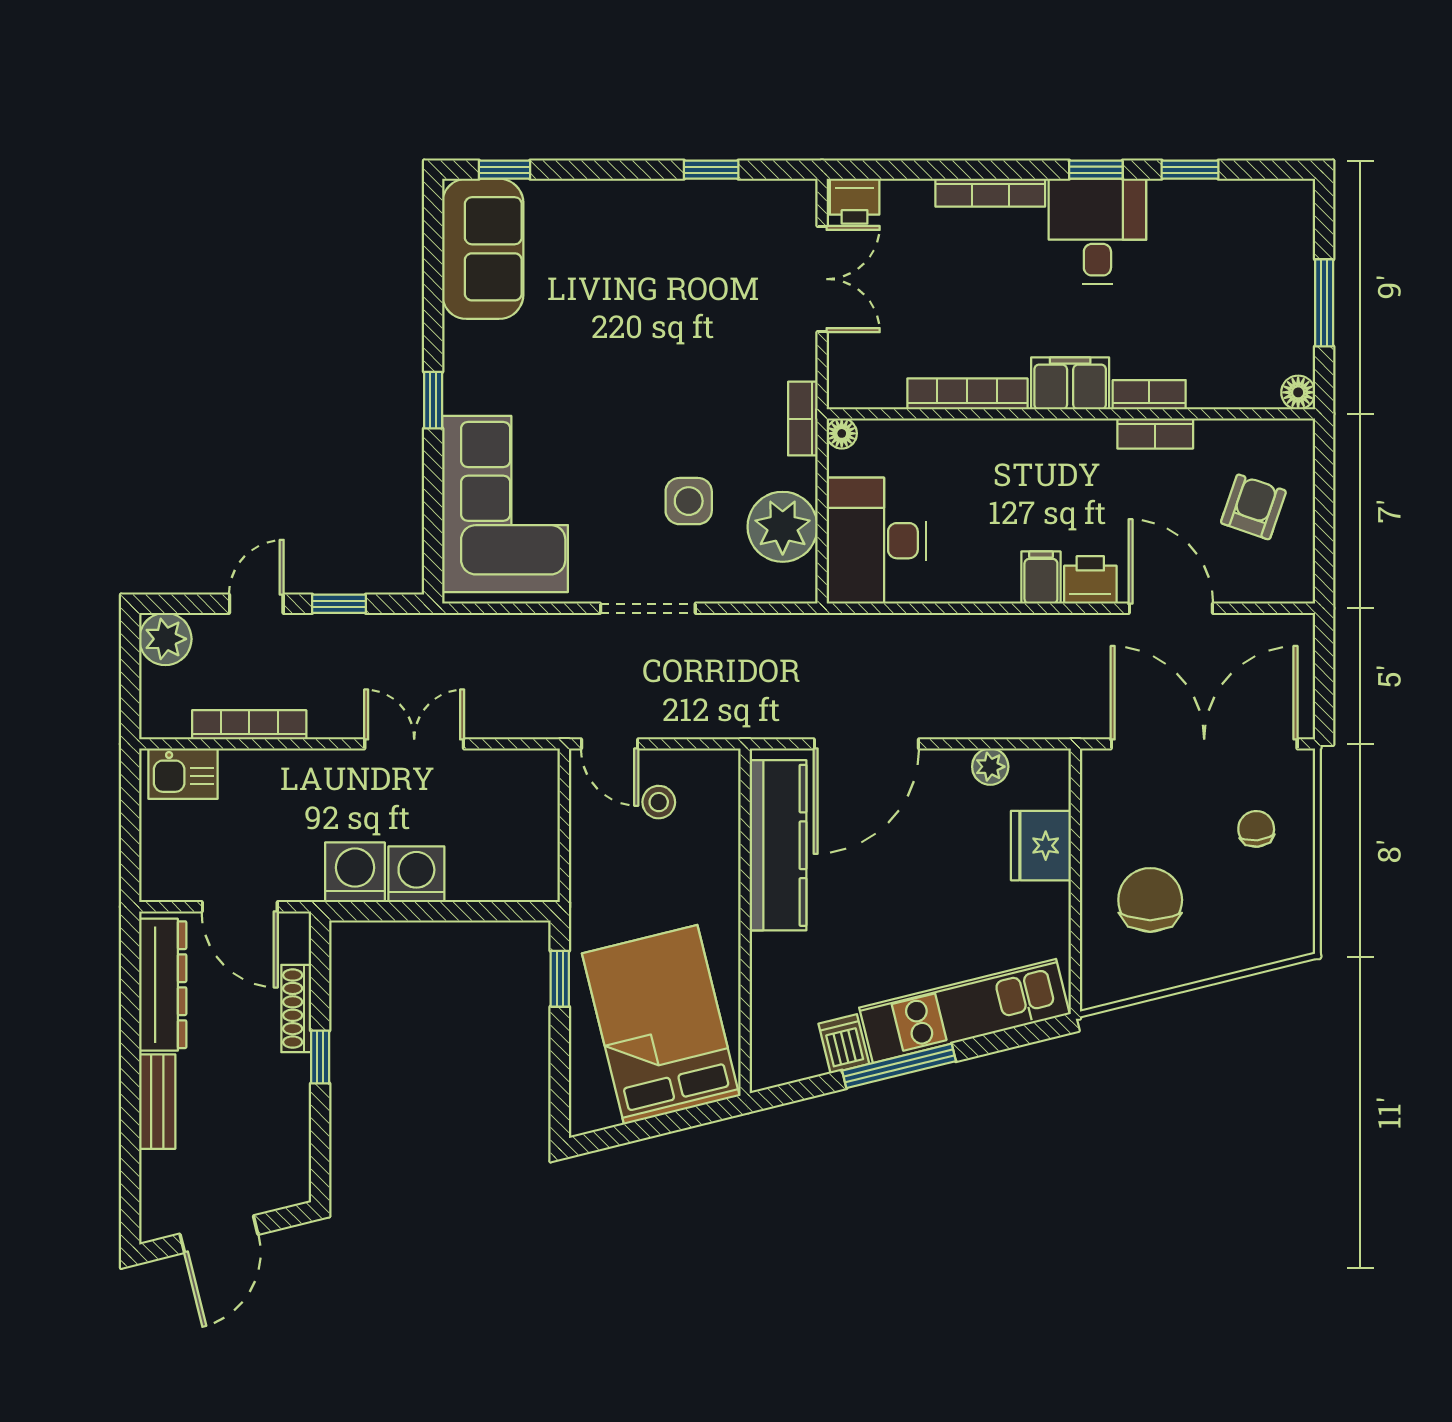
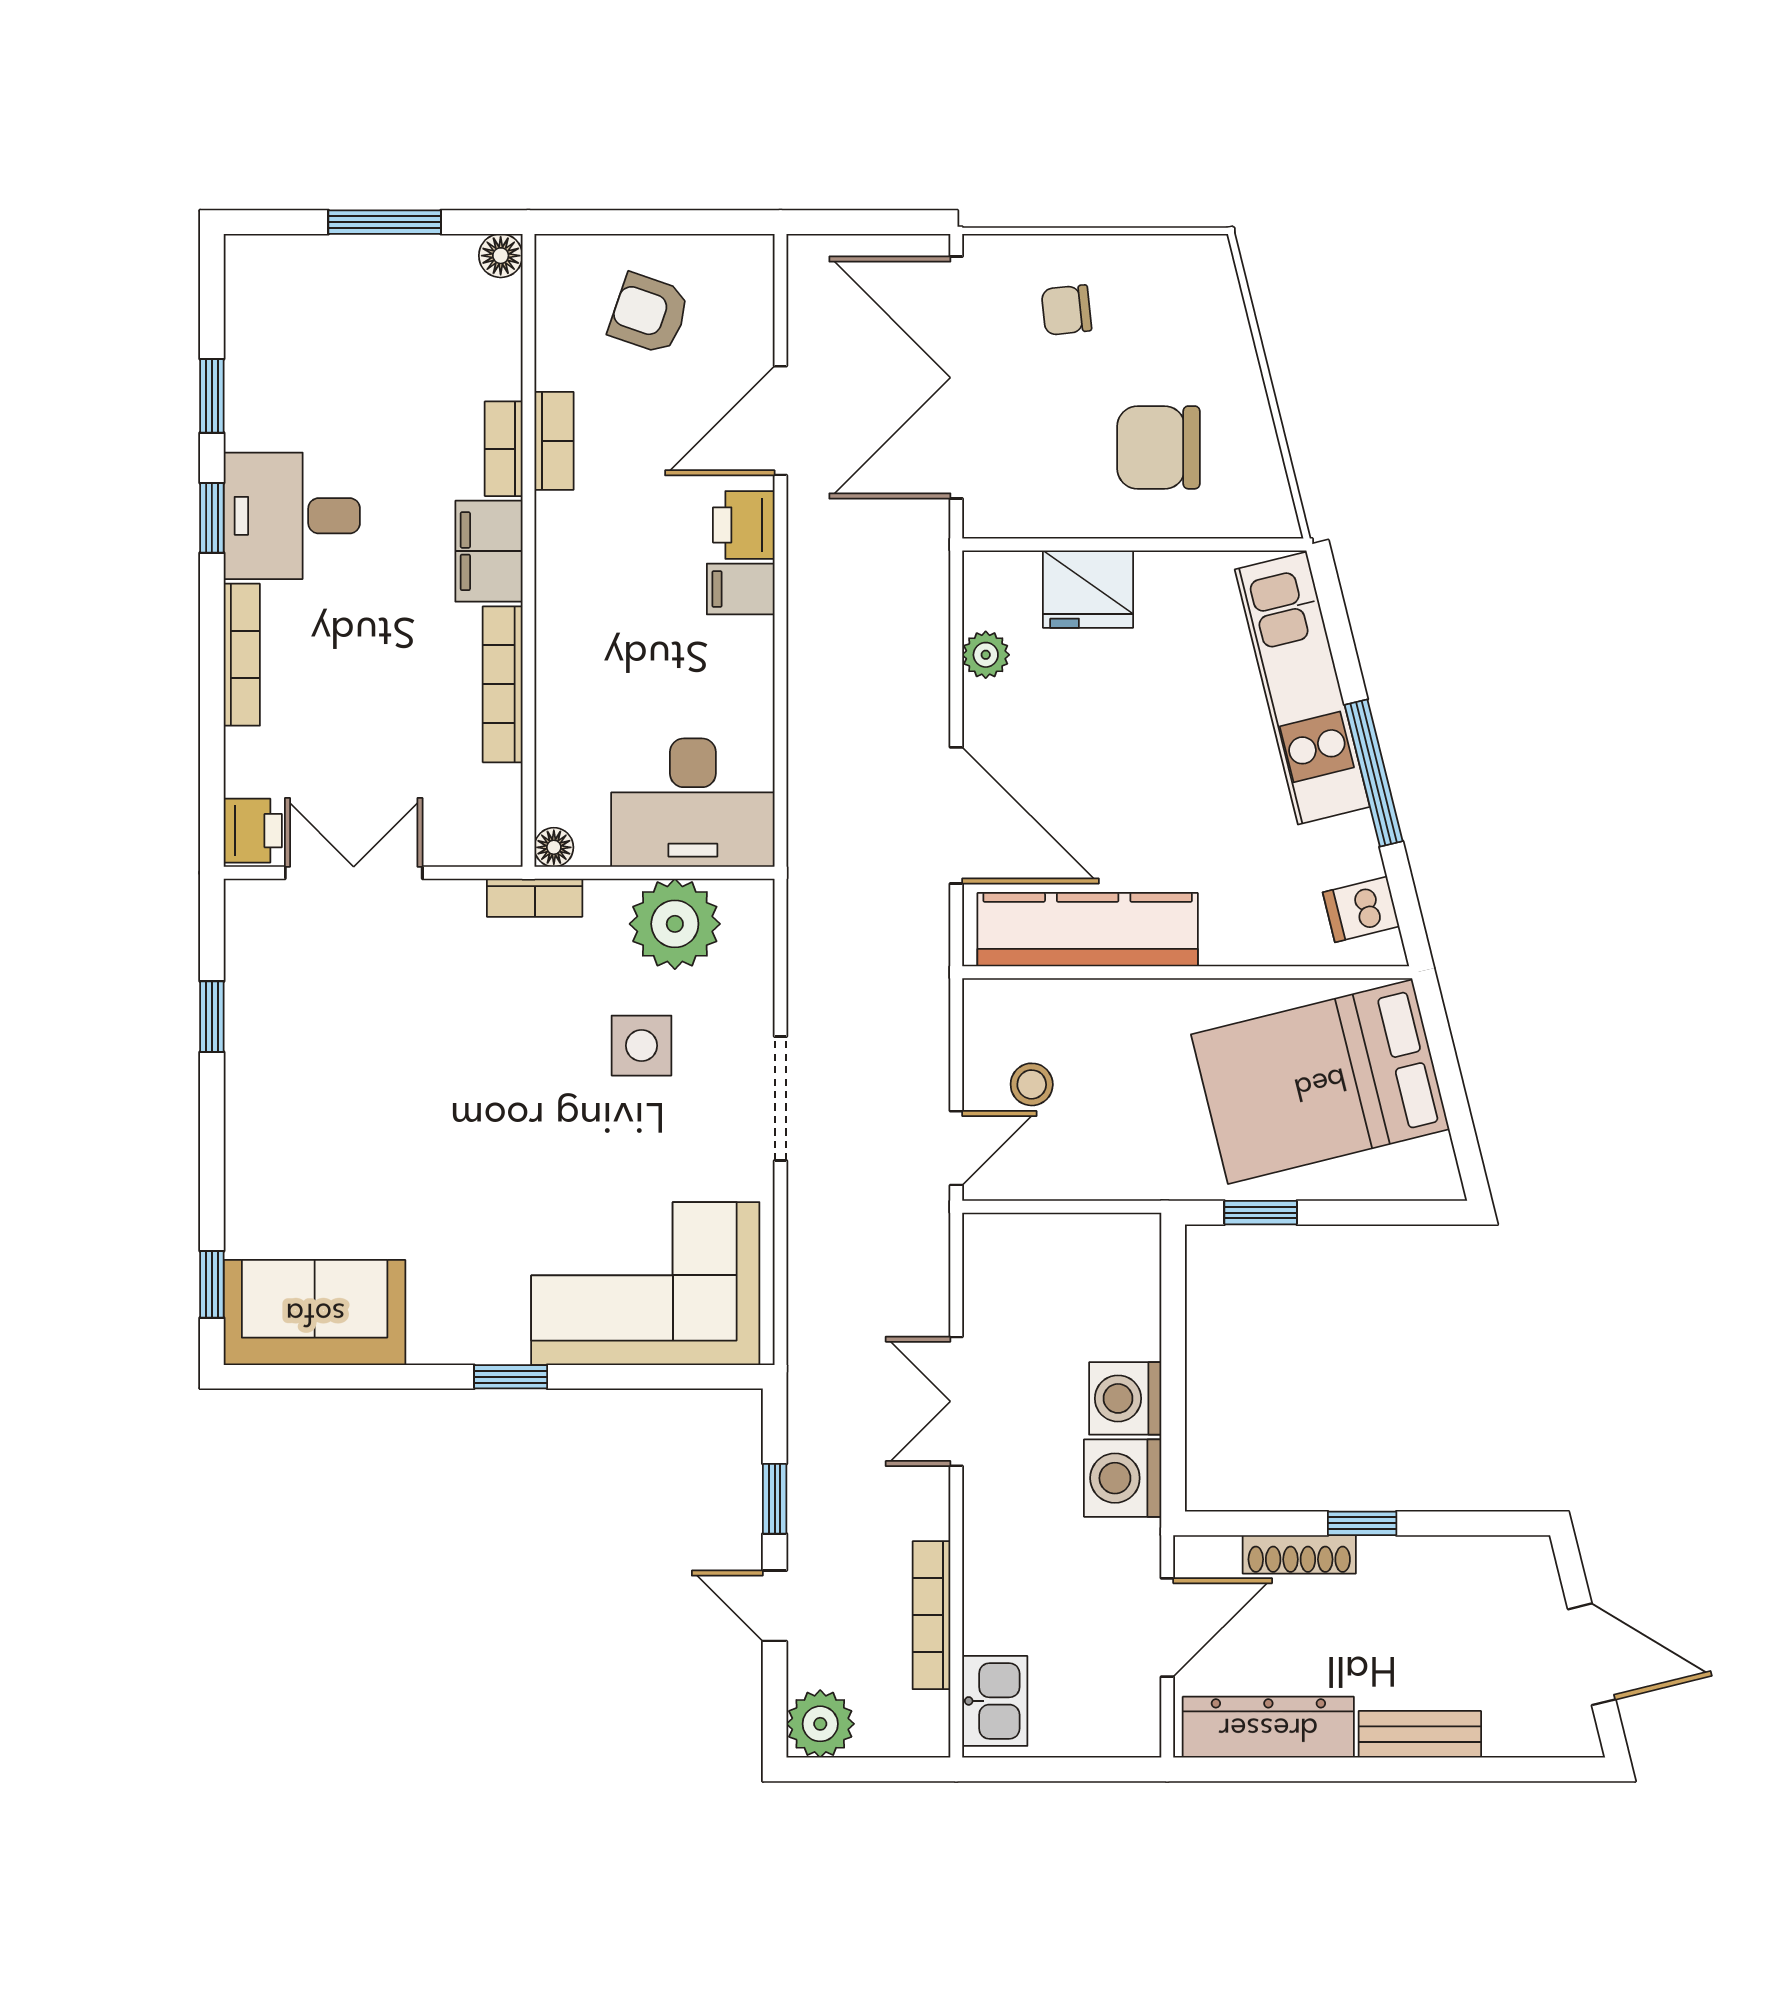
dishwasher: (844, 1044) -> (1361, 909), moved

